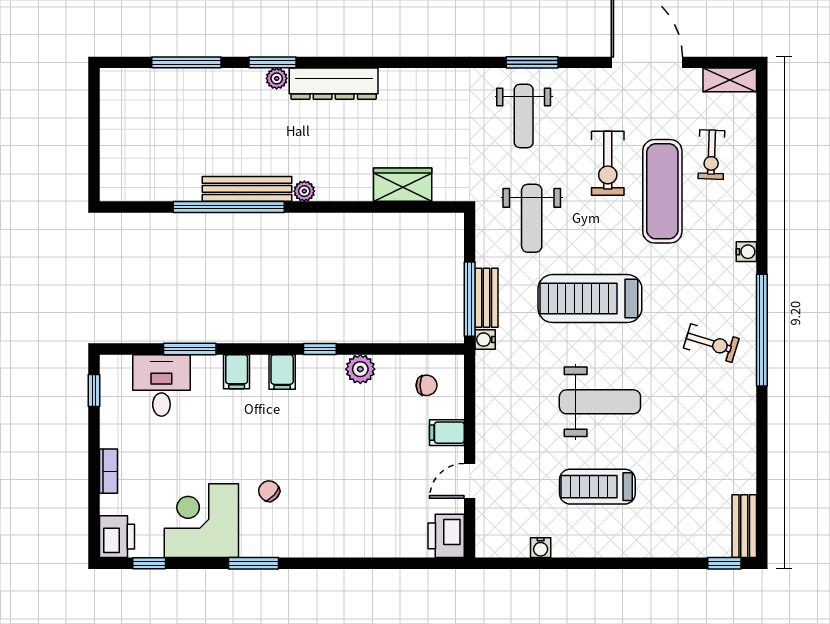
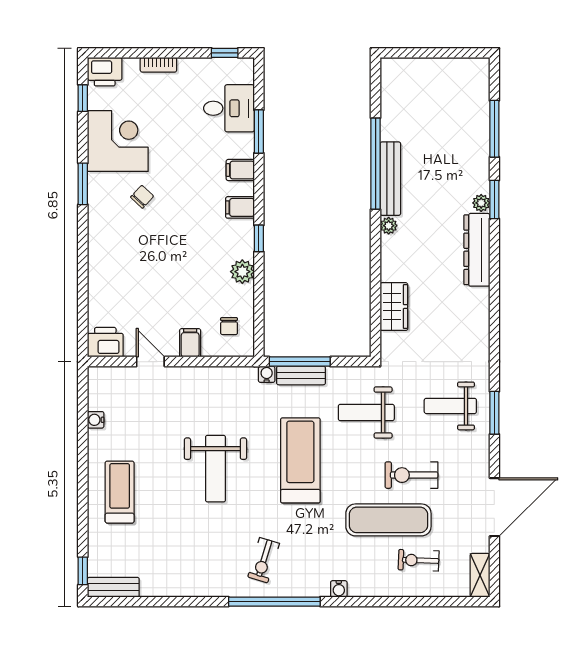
treadmill: (597, 487) -> (120, 492), moved

